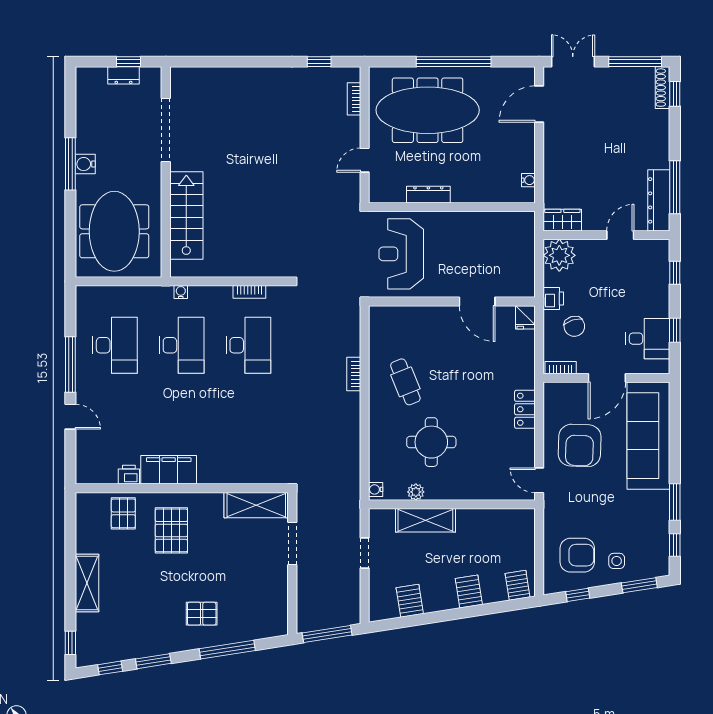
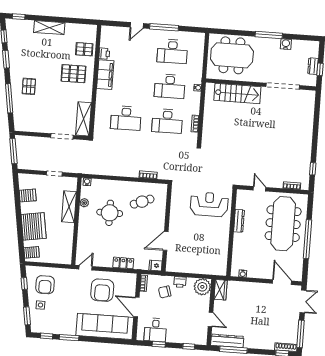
water cooler: (85, 164) -> (286, 44), moved
wall: (452, 301) -> (167, 228), moved
door: (477, 301) -> (166, 241), moved
fridge: (525, 317) -> (156, 266), moved
desk: (249, 424) -> (126, 118), added
armchair: (580, 445) -> (102, 290), turned -92
server rack: (469, 592) -> (34, 226), width x2.18, depth x1.44

